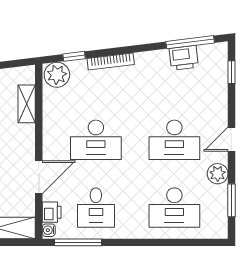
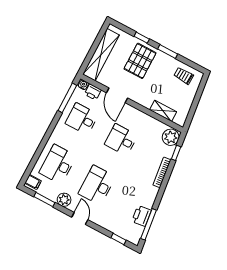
desk: (96, 140) -> (121, 140), width x0.73
filing cabinet: (216, 228) -> (33, 182), added

